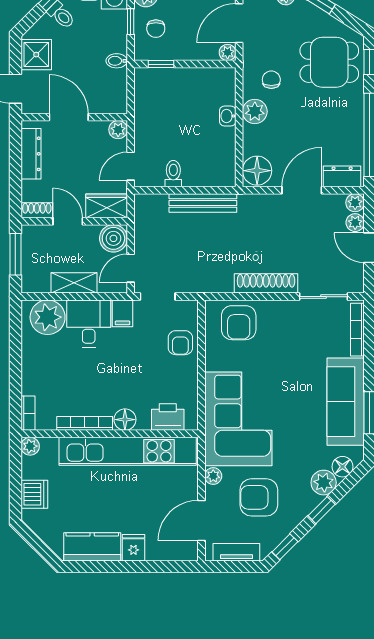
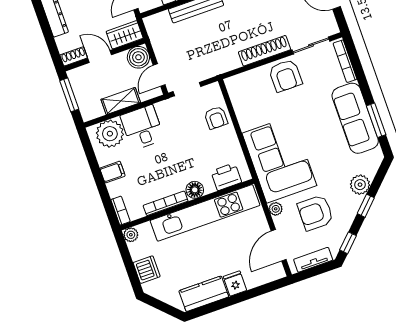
filing cabinet: (123, 313) -> (112, 172), moved, turned -90
armchair: (239, 323) -> (285, 76), moved
floor lamp: (342, 467) -> (370, 168), removed

